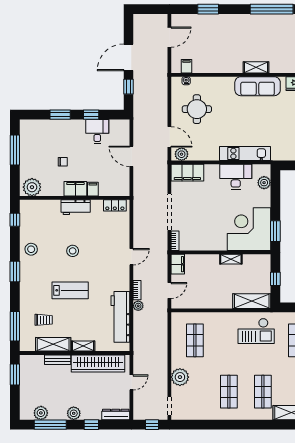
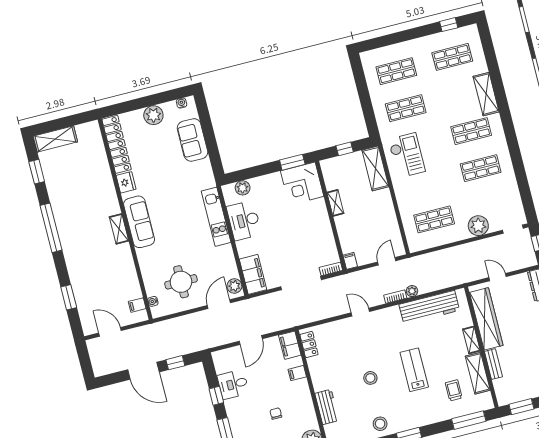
filing cabinet: (75, 189) -> (290, 345), moved
workbench: (76, 207) -> (327, 407), moved
corner desk: (249, 229) -> (302, 184), width x0.74, depth x0.74
filing cabinet: (178, 264) -> (350, 261), width x0.50
door: (169, 290) -> (387, 261), hinge flipped

